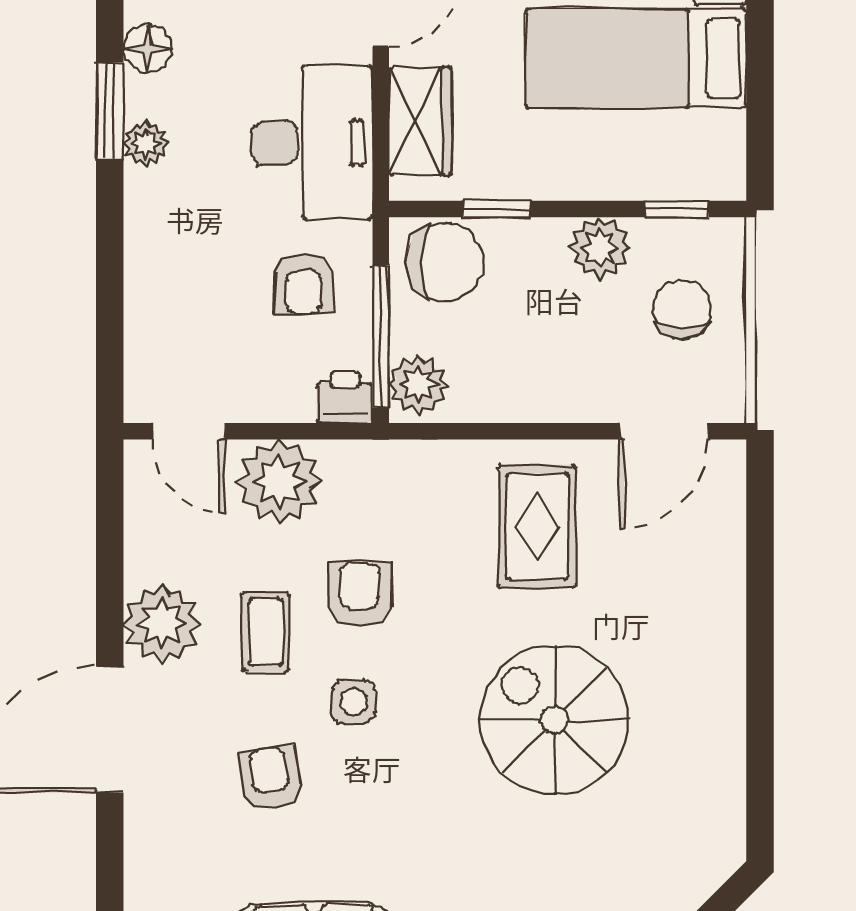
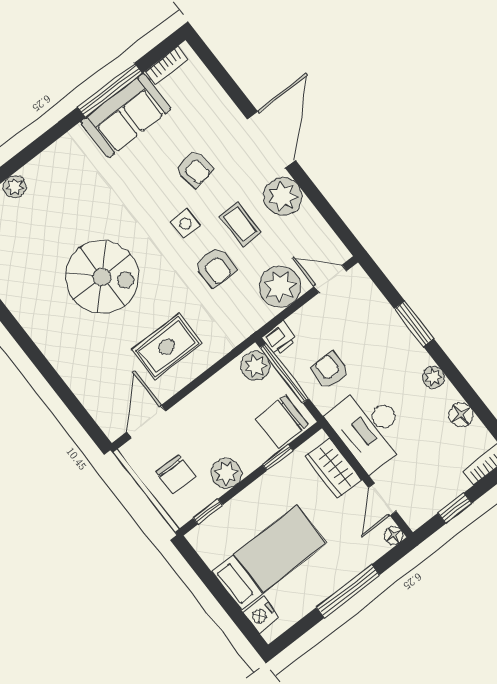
window: (110, 111) -> (414, 324), moved
rug: (537, 526) -> (167, 347), turned 90

